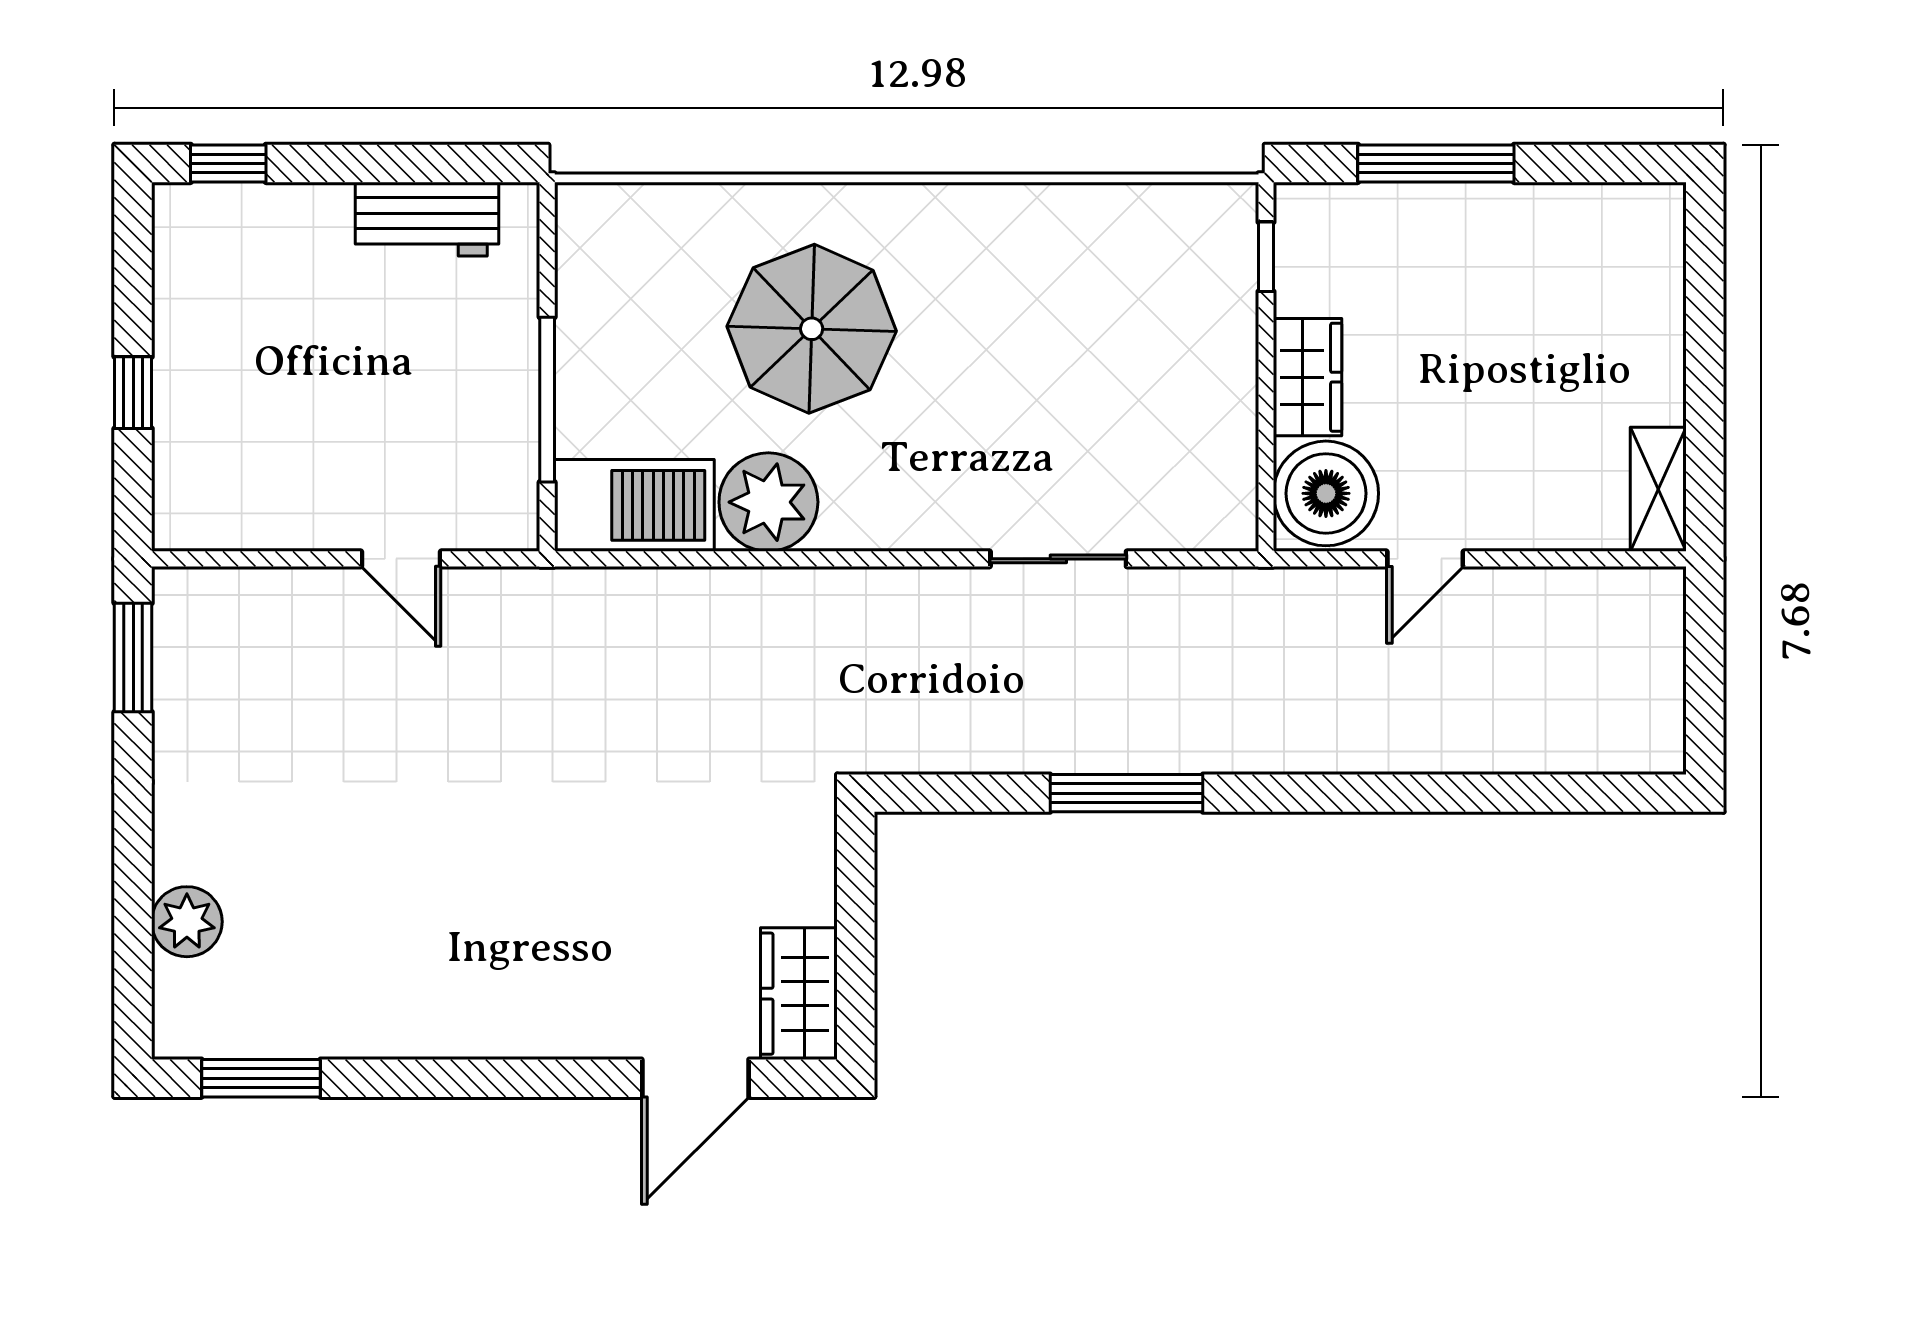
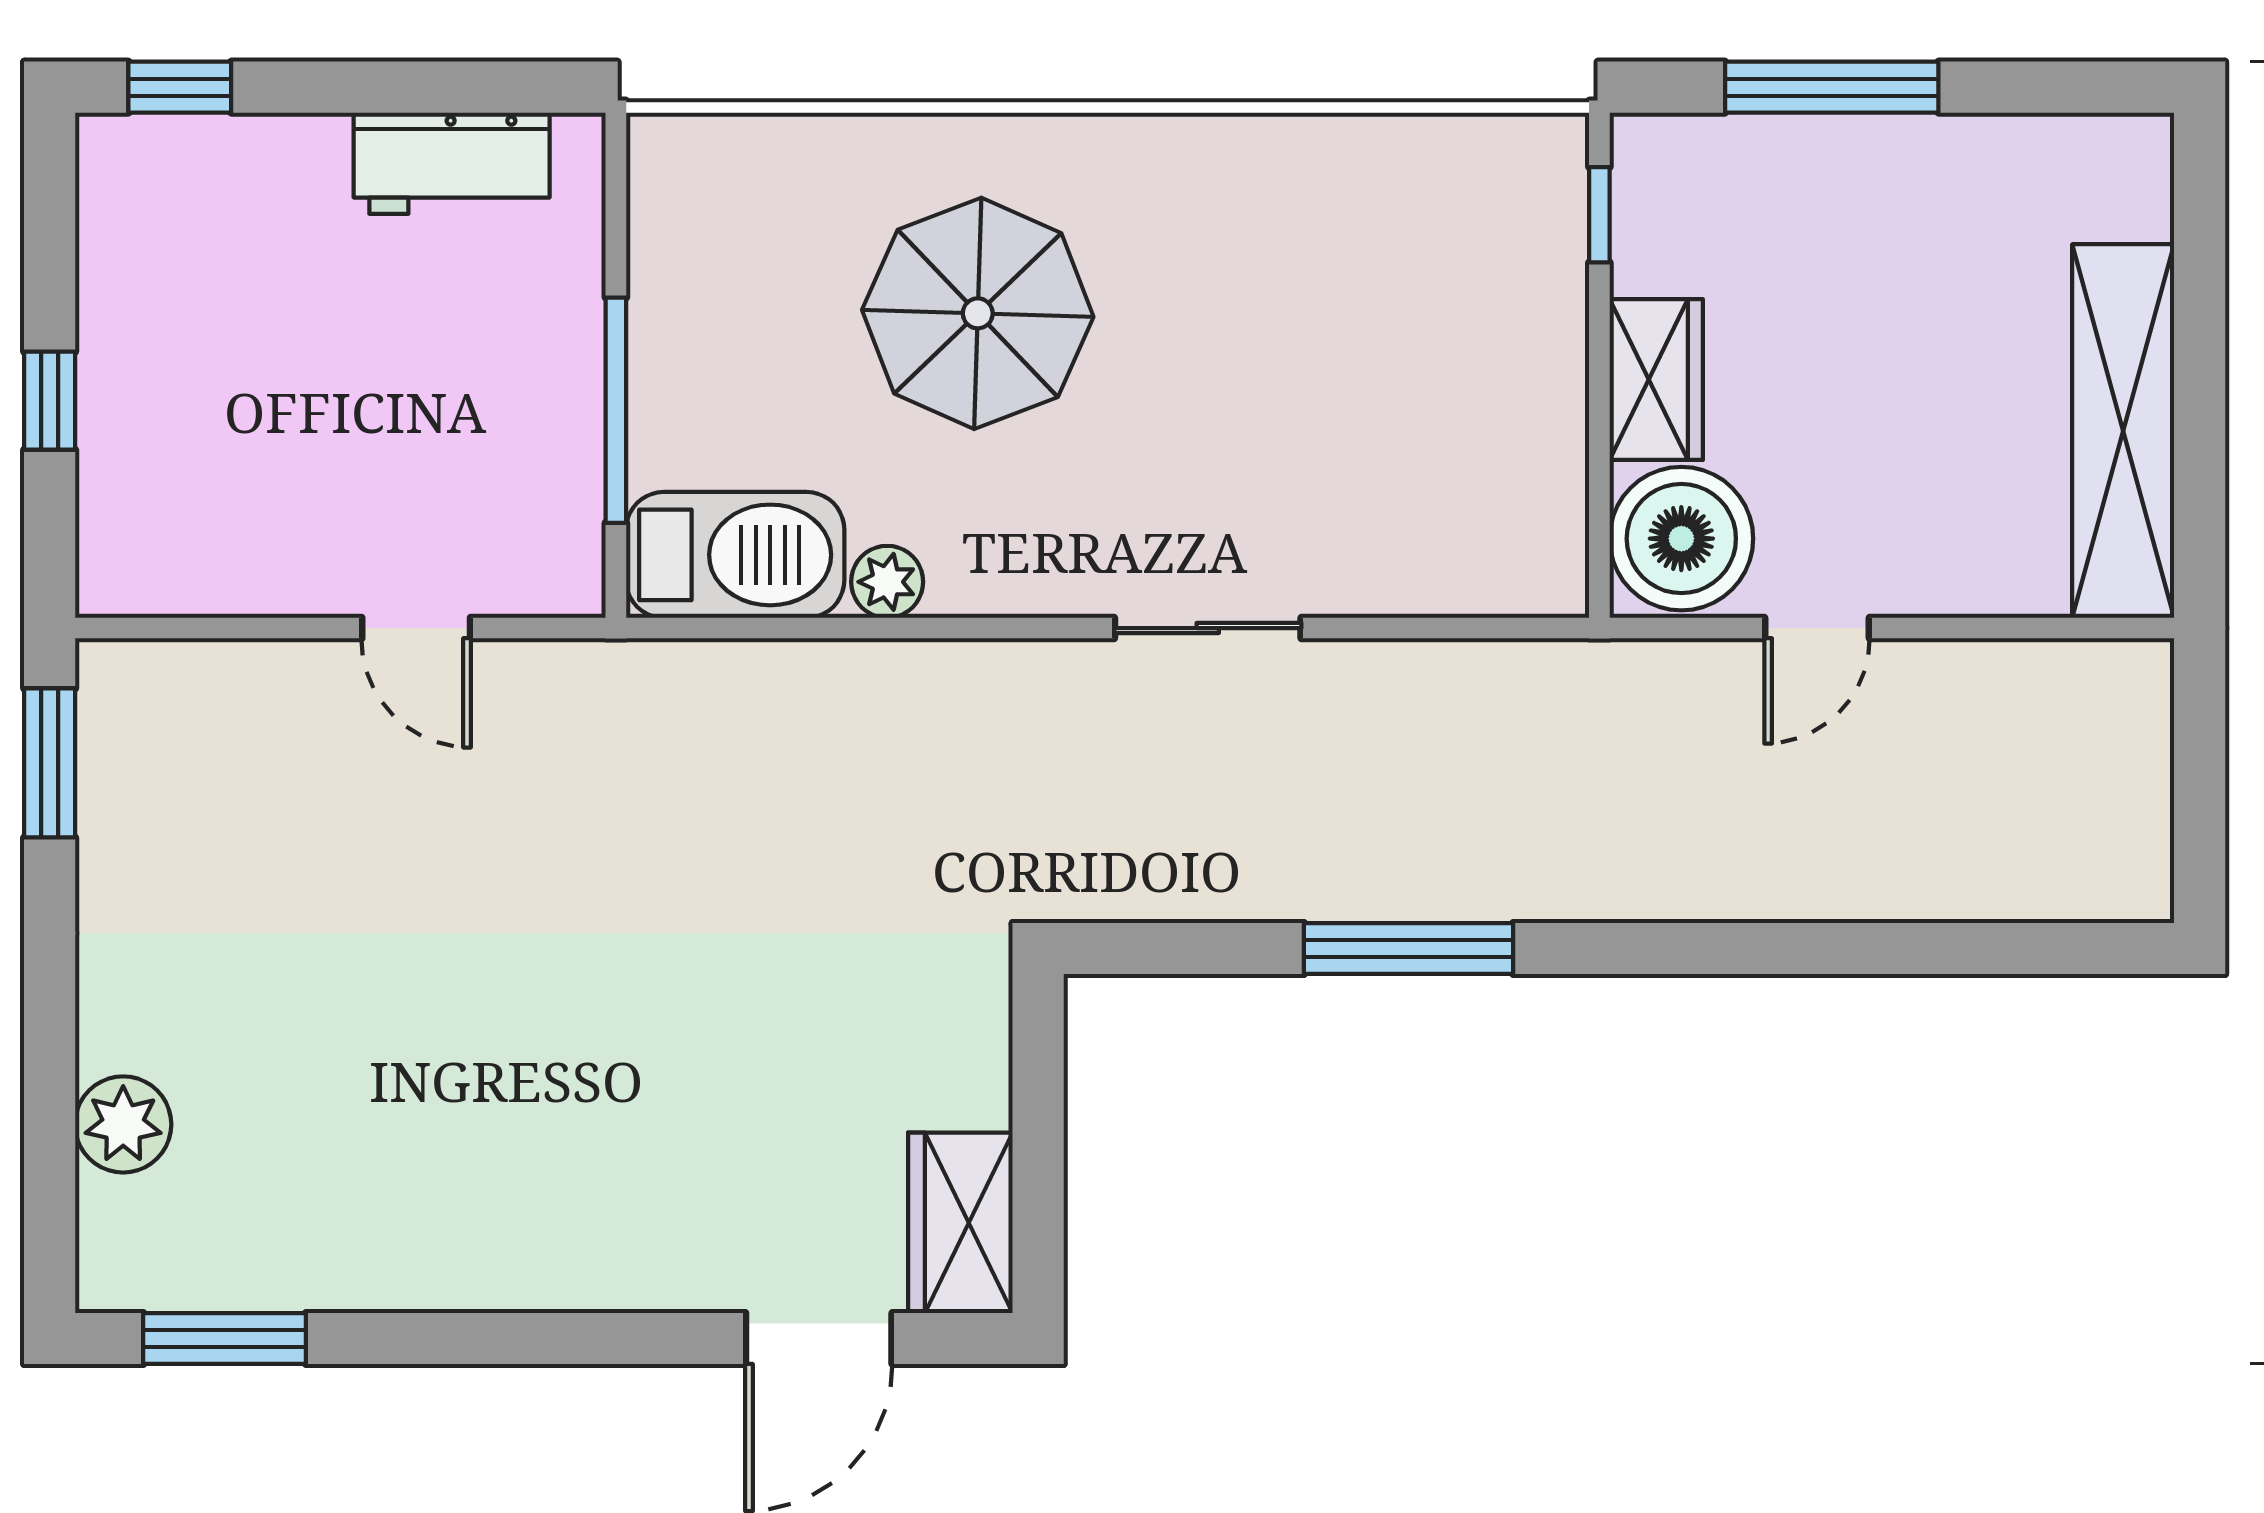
shelving: (1658, 489) -> (2123, 431), width x2.20, depth x1.33
plant: (768, 502) -> (887, 582), width x0.53, depth x0.53
sliding door: (1058, 559) -> (1208, 628), moved

